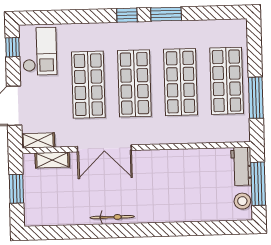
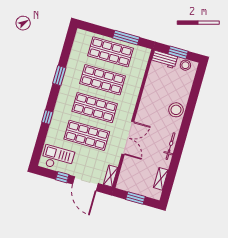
window: (127, 15) -> (47, 117), moved
window: (12, 47) -> (62, 177), moved
shelving: (52, 160) -> (161, 179), moved
window: (258, 184) -> (178, 52), width x0.69
stool: (170, 208) -> (176, 110), added

